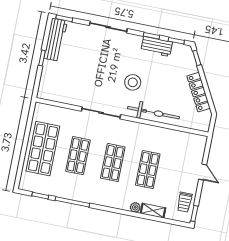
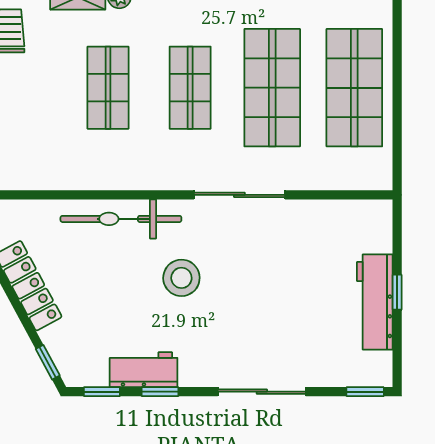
workbench: (56, 40) -> (375, 302), moved
shop shelf: (78, 156) -> (272, 88), width x1.43, depth x1.36

